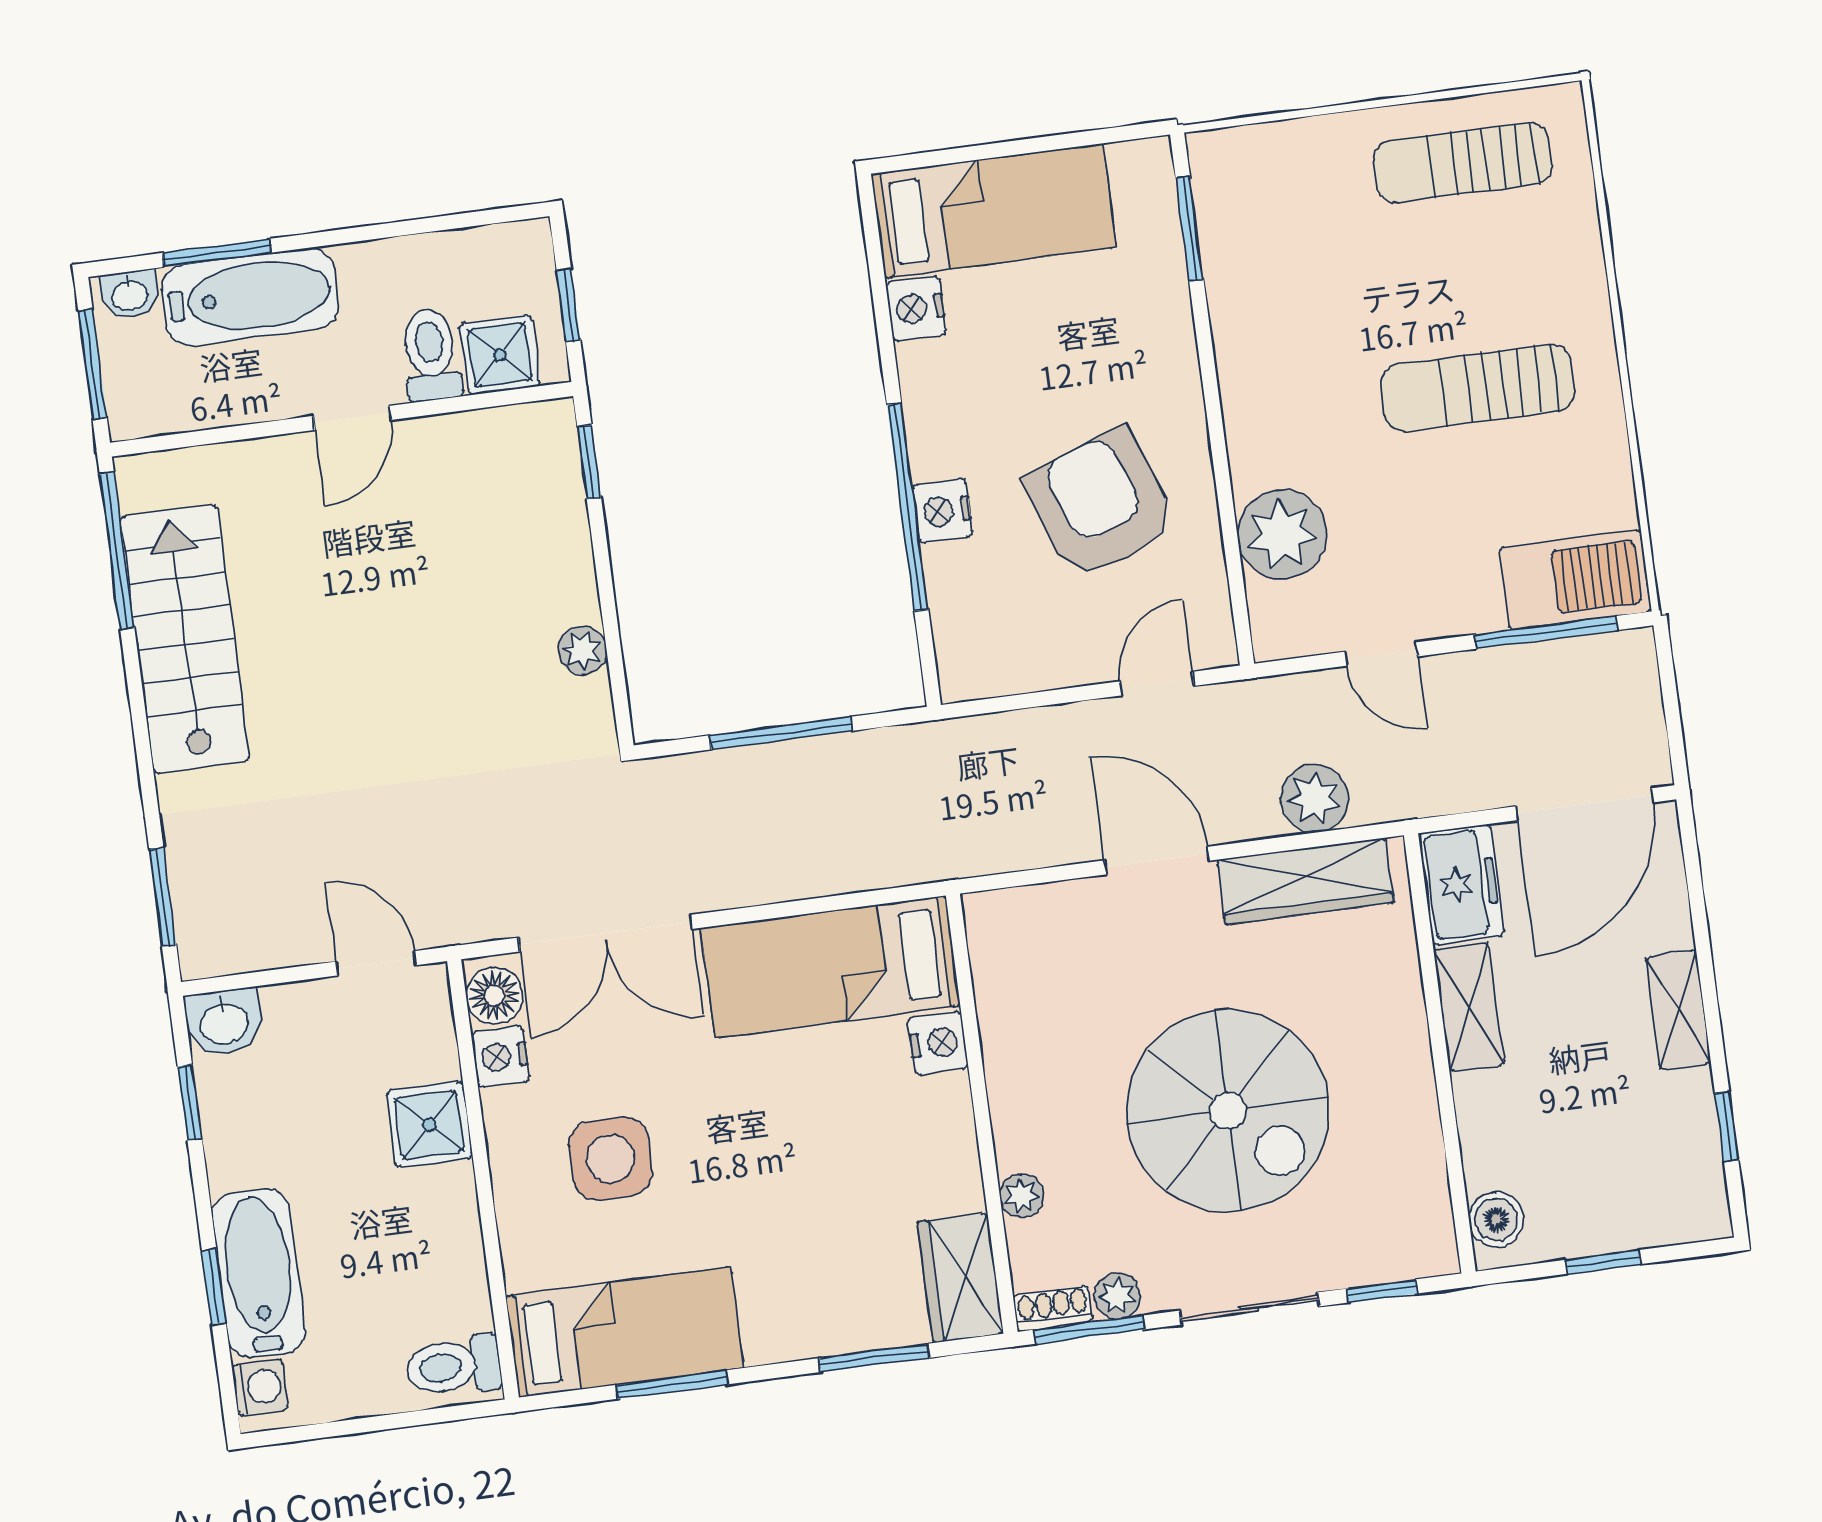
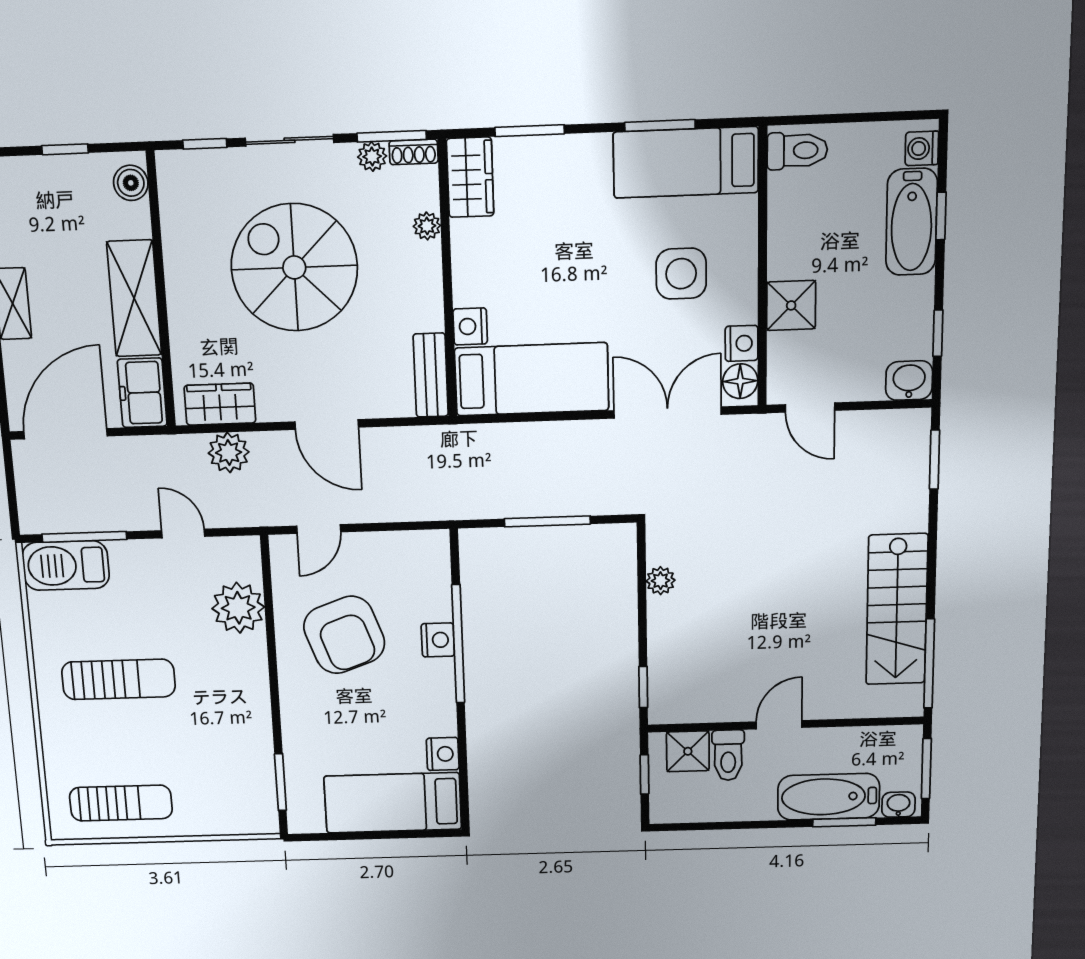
wardrobe: (1305, 881) -> (220, 404), width x0.67
bench: (994, 958) -> (431, 375), added
shelving: (1469, 1007) -> (134, 298), width x1.50, depth x1.33

